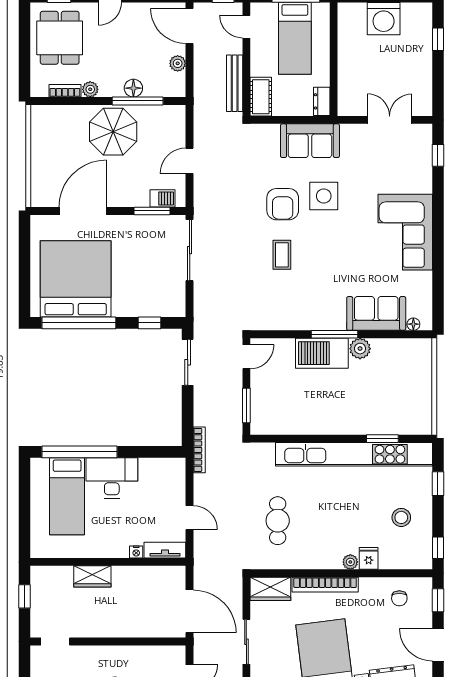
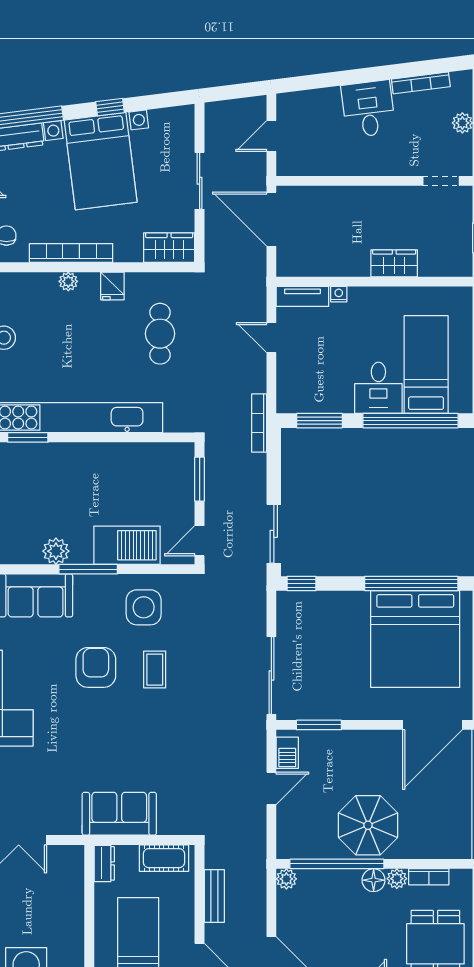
plant: (178, 63) -> (286, 879), moved
bench: (235, 83) -> (214, 896), width x0.73
floor lamp: (133, 88) -> (374, 880), moved
cot: (261, 97) -> (164, 858), moved, turned 90
window: (138, 101) -> (337, 864), width x1.46
side table: (324, 196) -> (144, 607), moved
barbecue: (162, 198) -> (287, 753), moved, turned -90
armchair: (283, 204) -> (96, 667), moved
door: (83, 211) -> (433, 725), moved
window: (150, 323) -> (302, 584), moved
barbecue: (322, 353) -> (127, 545), moved
window: (151, 452) -> (319, 421), added
desk: (112, 478) -> (378, 388), width x0.73
fridge: (369, 558) -> (112, 286), moved
bookcase: (325, 585) -> (71, 253), moved

